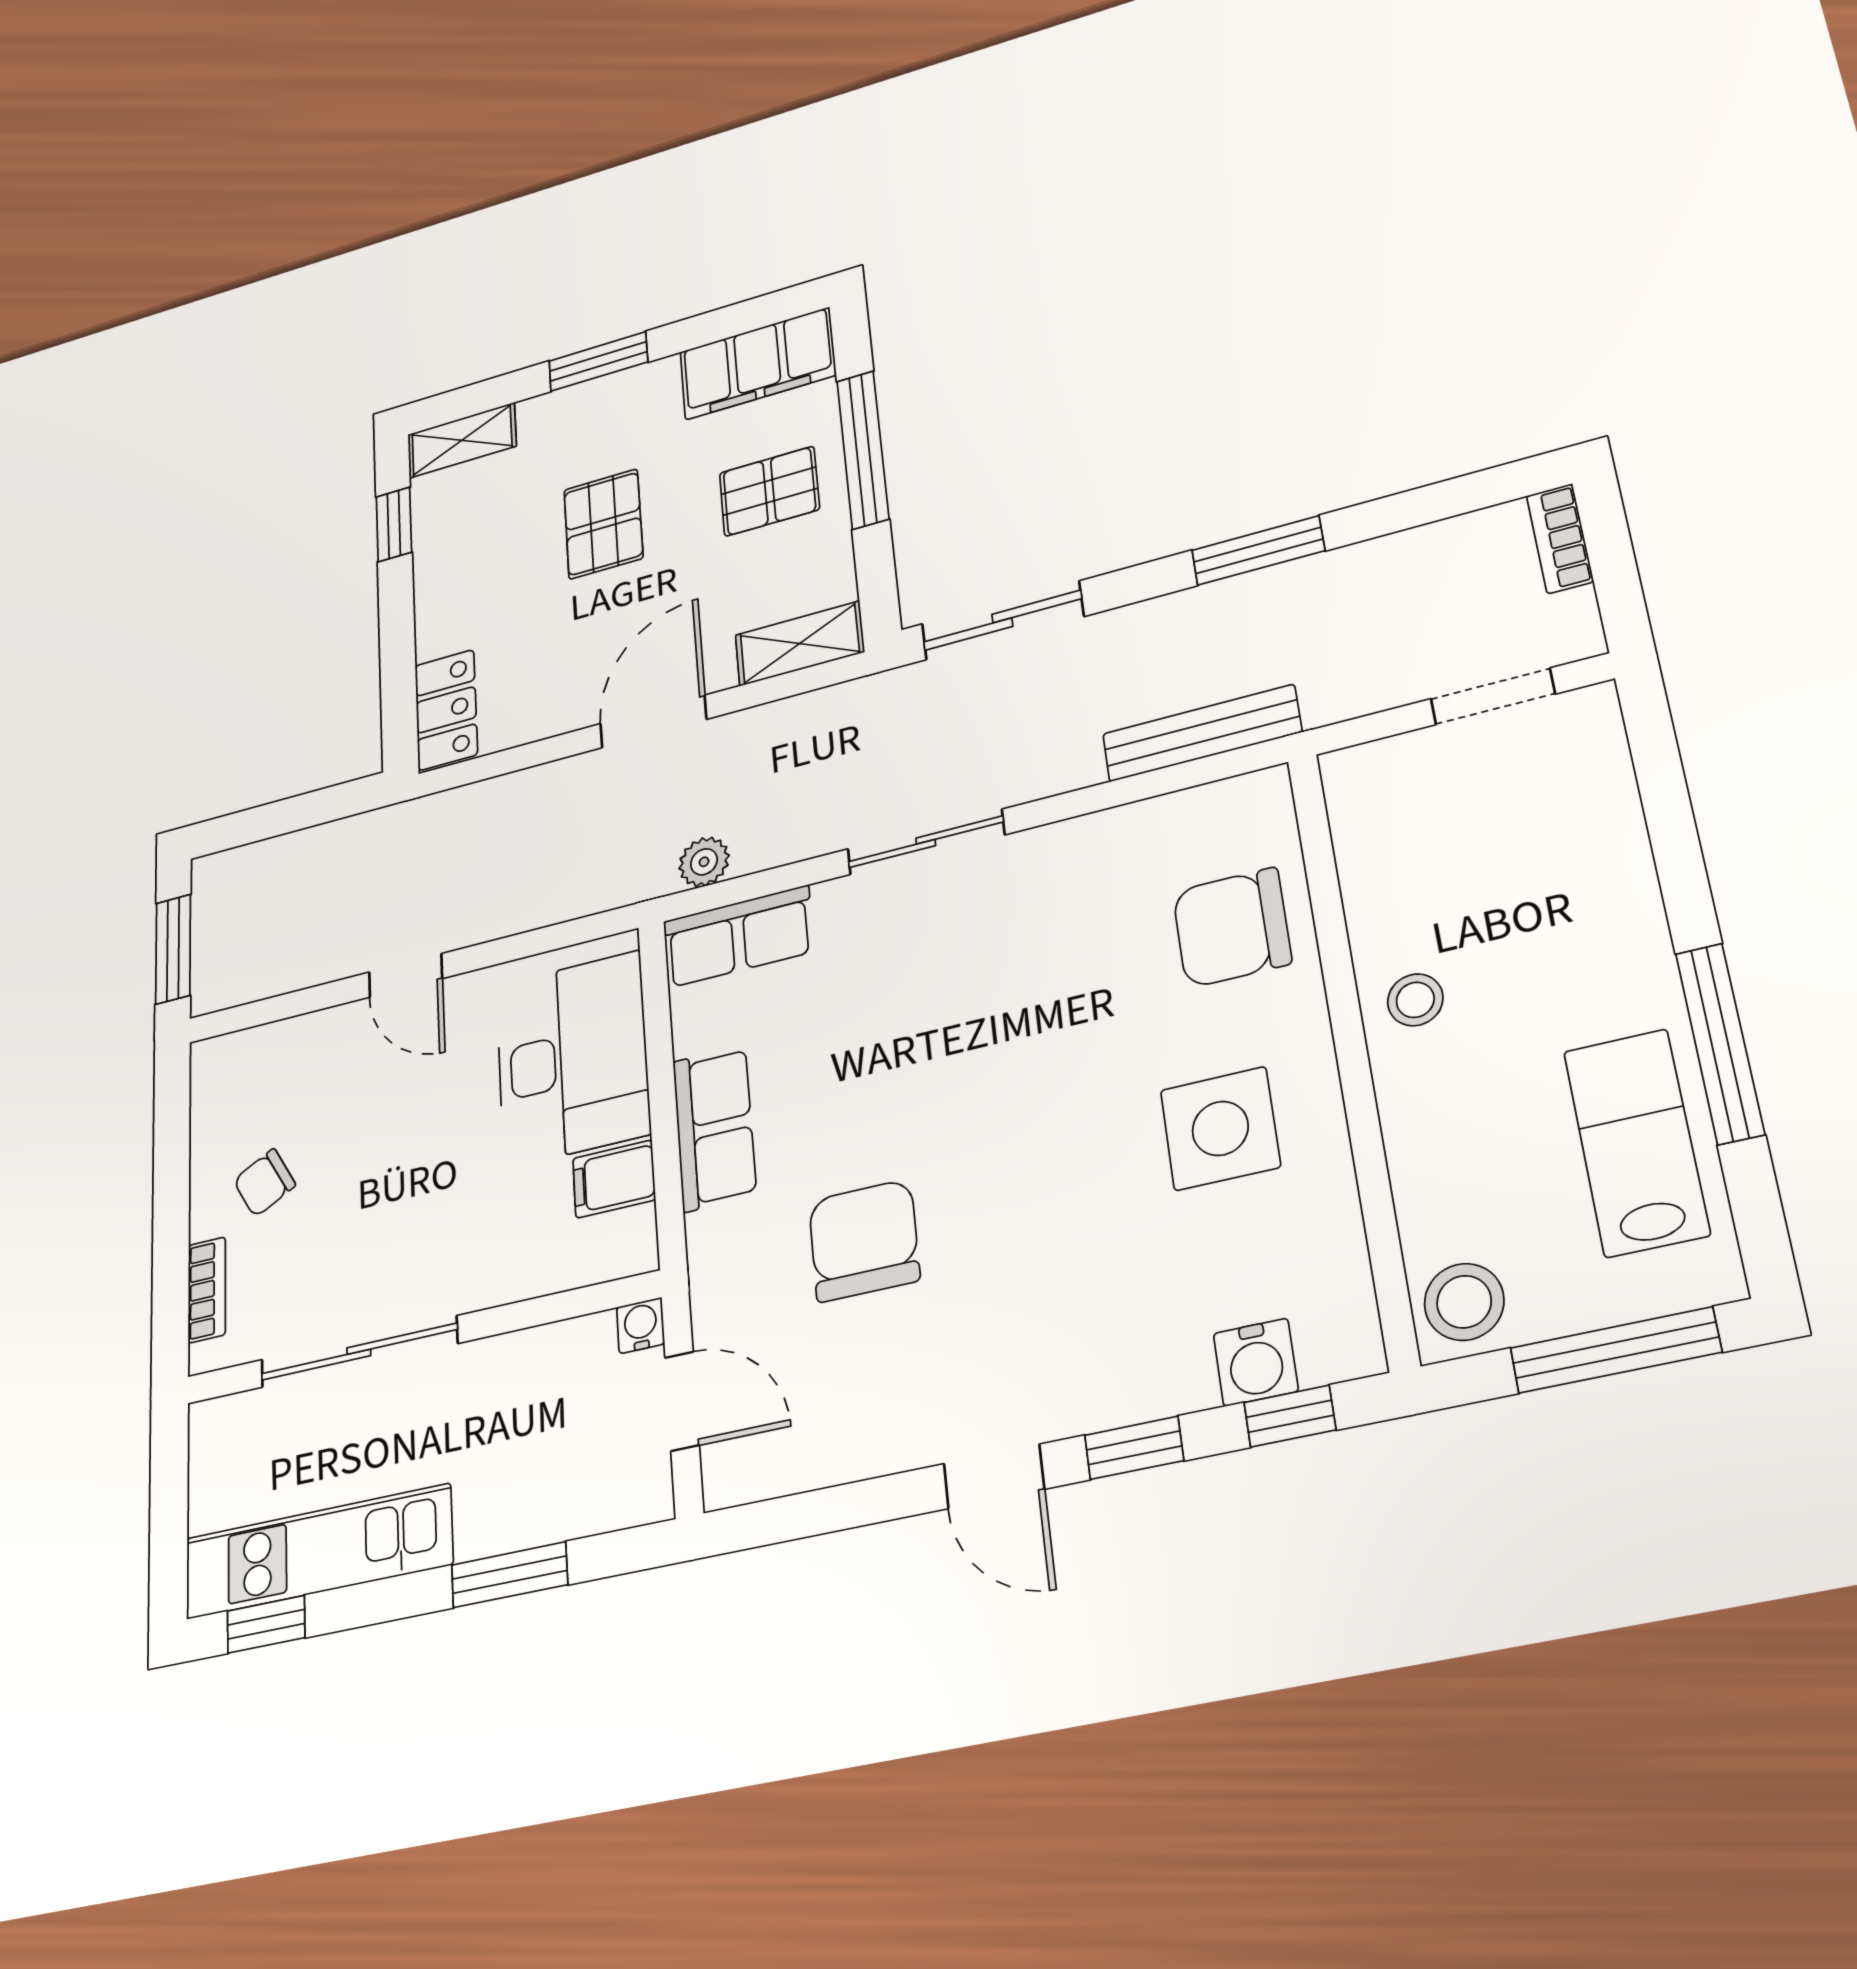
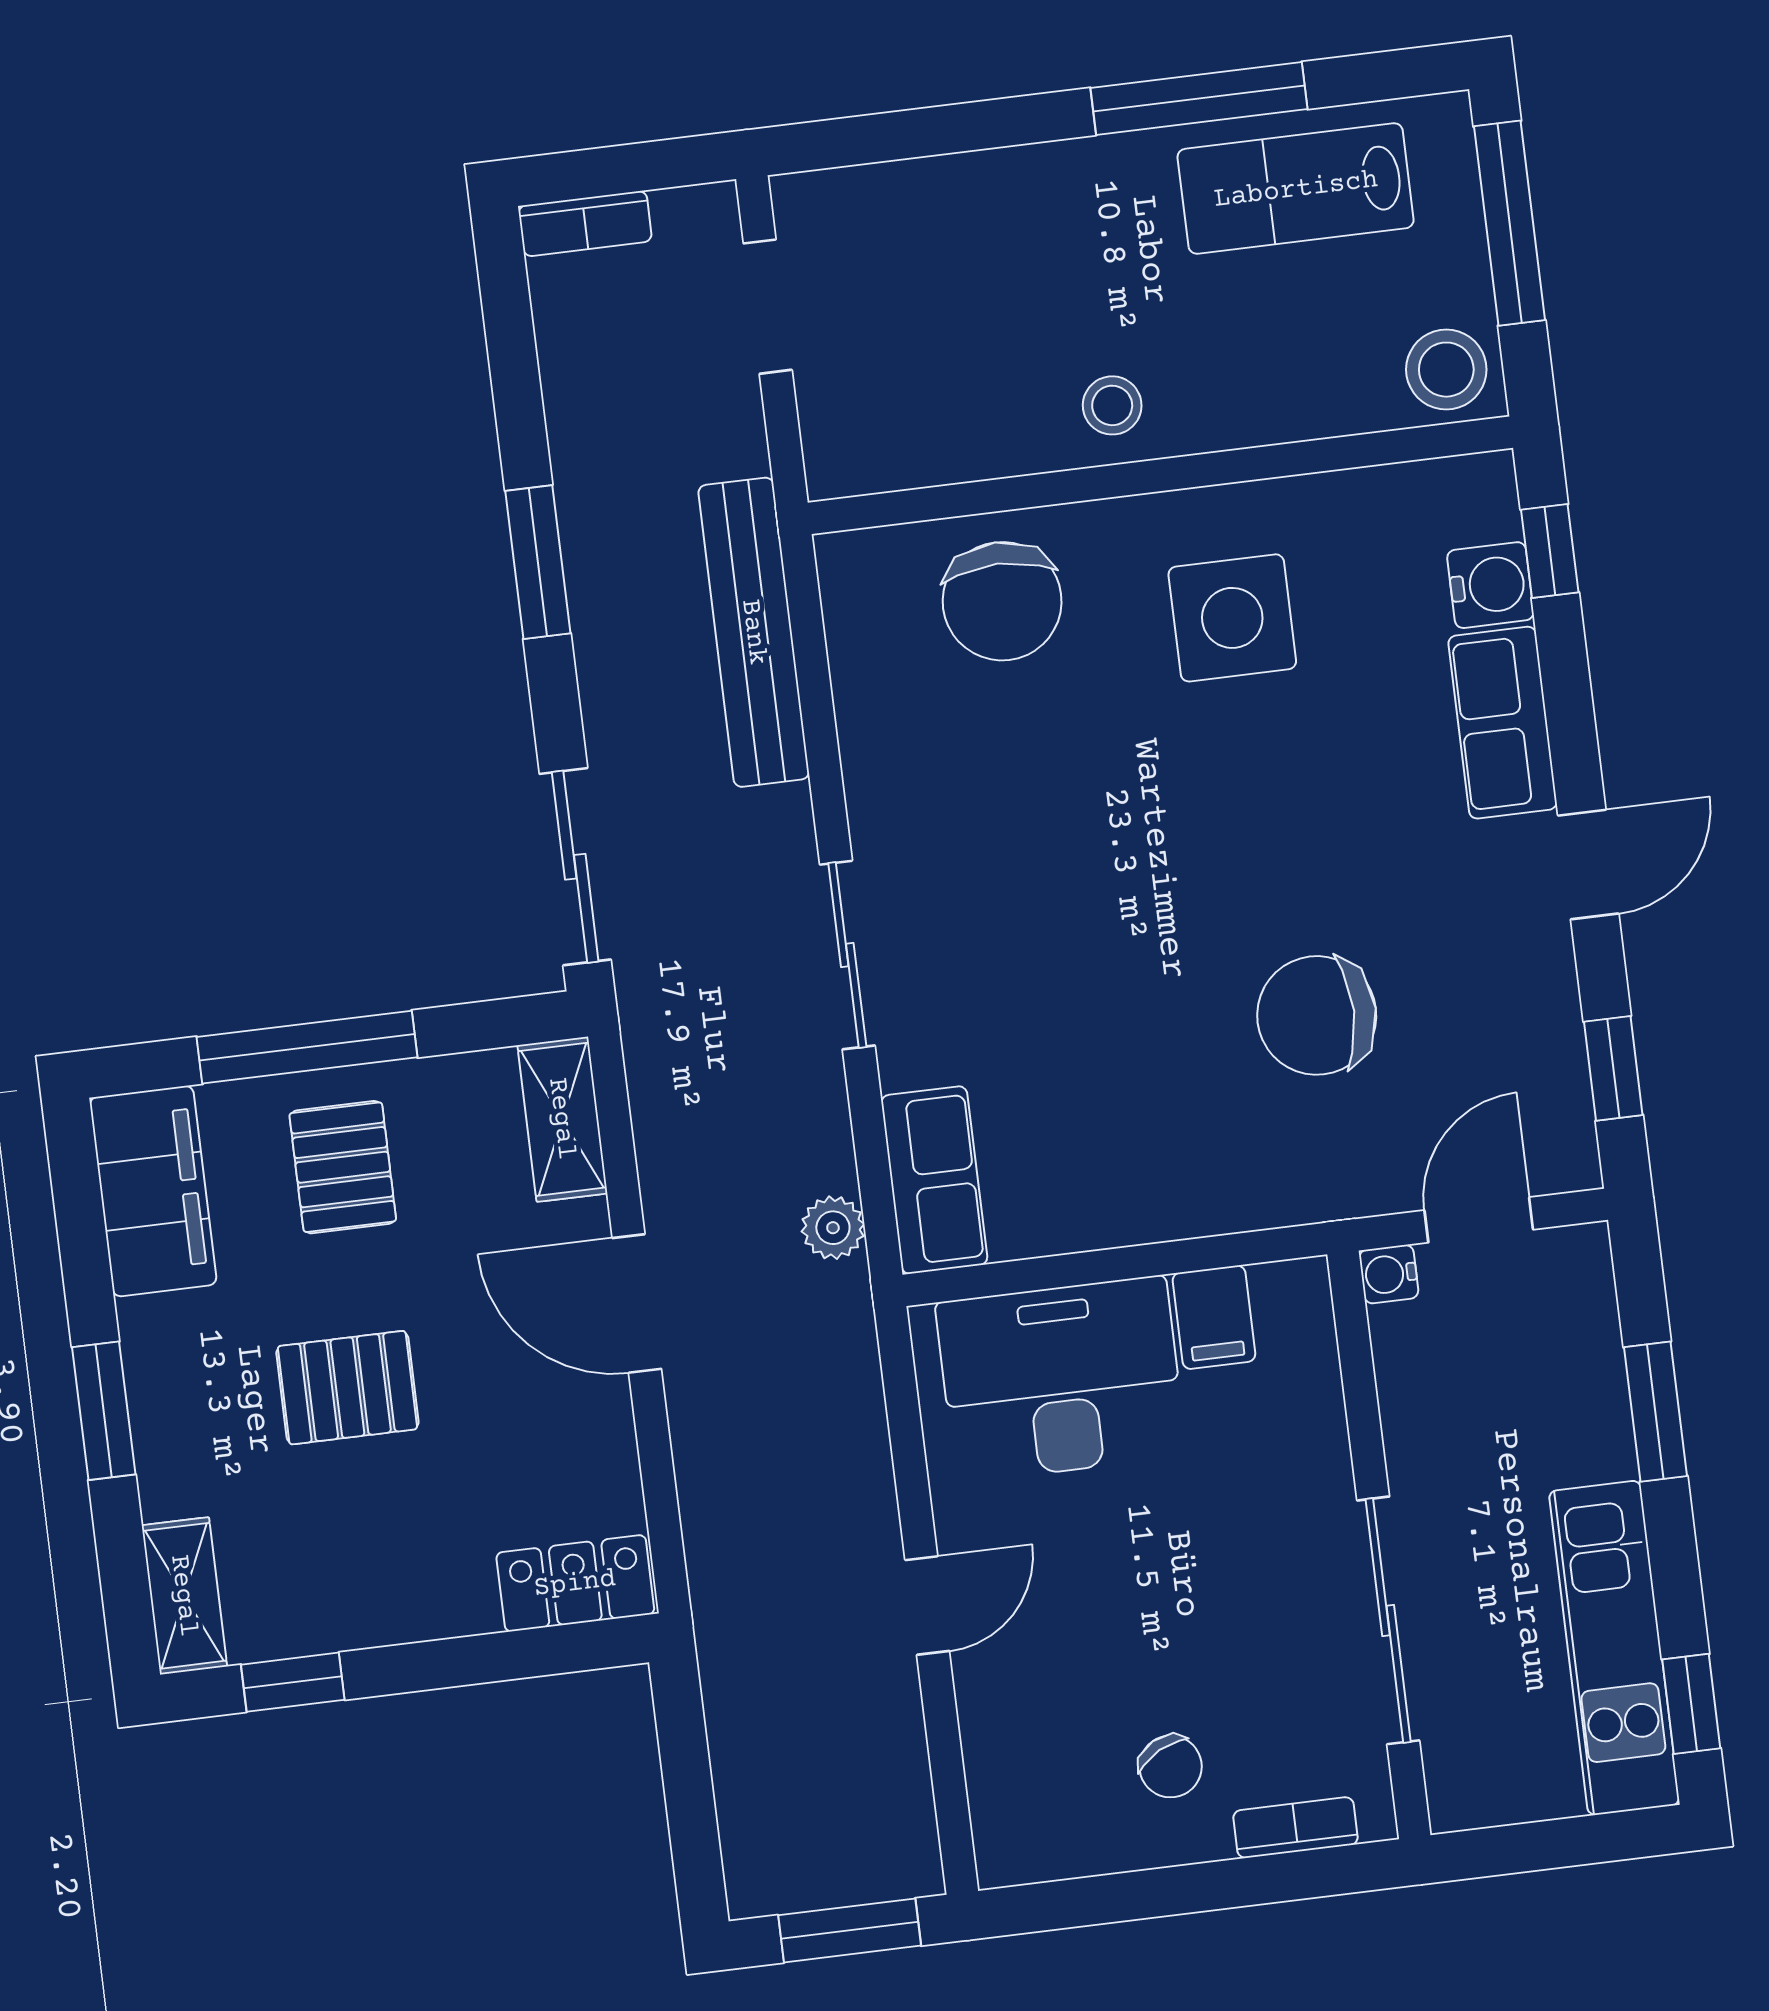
bench: (1202, 733) -> (754, 632), width x1.37, depth x1.21
row of seats: (714, 1128) -> (1503, 723), moved, turned -90
window: (1134, 1448) -> (1613, 1068), moved

